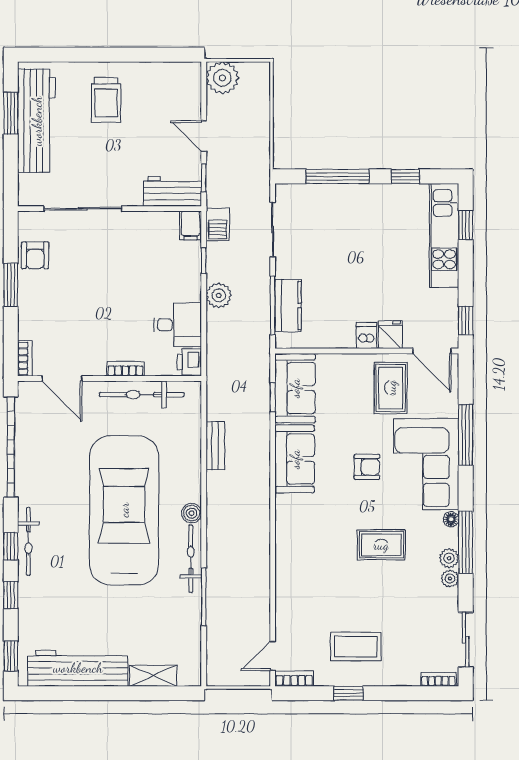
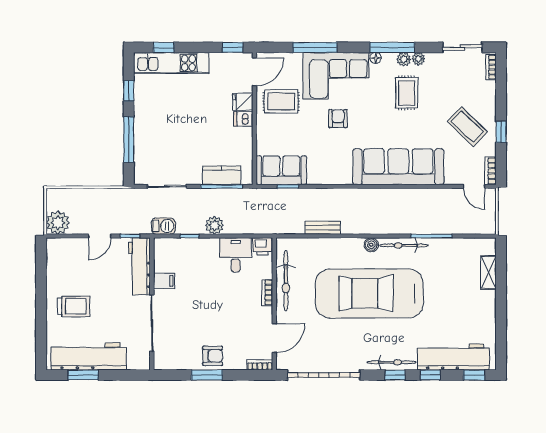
workbench: (173, 191) -> (139, 266), width x1.38
filing cabinet: (191, 225) -> (164, 281), moved
armchair: (35, 255) -> (213, 356), moved
sofa: (295, 459) -> (398, 167), moved, width x1.85, depth x1.27
rug: (381, 545) -> (407, 93), moved
coffee table: (356, 647) -> (467, 127), turned -46
workbench: (78, 668) -> (453, 357), moved, turned 90

